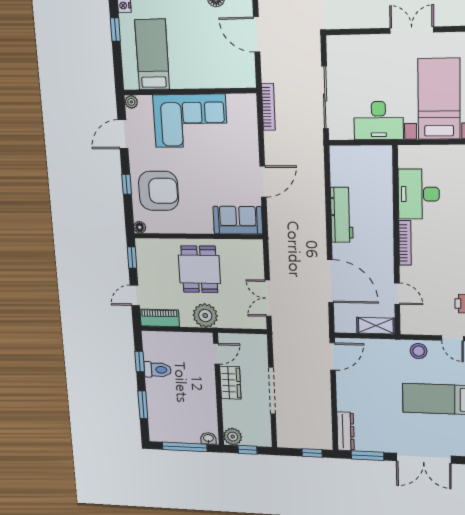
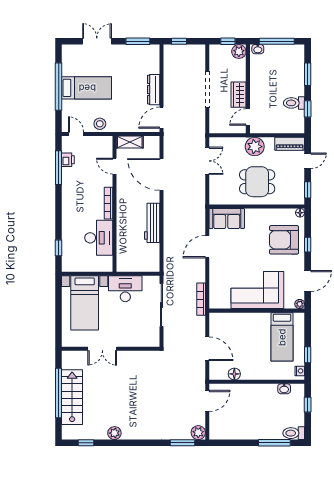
dining table: (199, 269) -> (257, 182), turned 90
dresser: (346, 431) -> (154, 90), moved
double door: (424, 458) -> (97, 41), width x0.73

